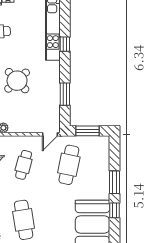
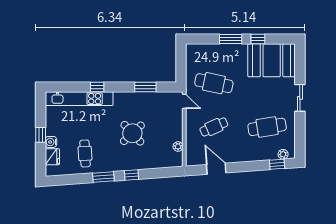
window: (88, 131) -> (181, 65), removed
cafe table: (24, 165) -> (214, 127), turned -39

